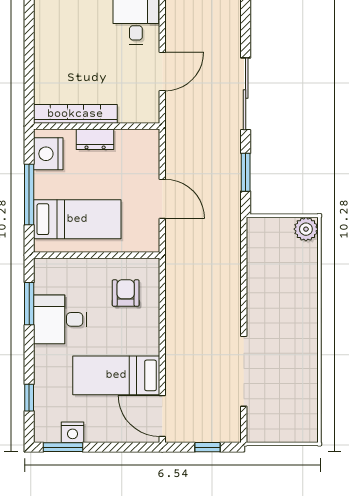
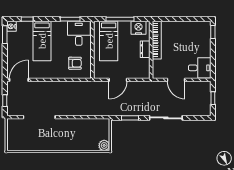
desk: (60, 319) -> (79, 33), moved
bed: (116, 375) -> (42, 41), moved, turned 180
nightstand: (73, 432) -> (11, 26), moved

